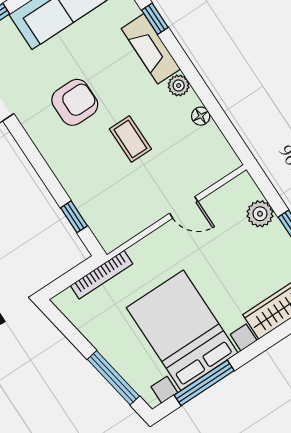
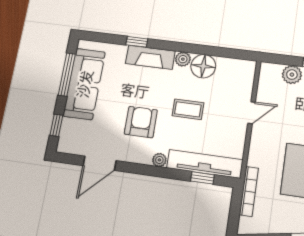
floor lamp: (201, 116) -> (203, 66), width x1.89, depth x1.89
plant: (53, 157) -> (159, 160), added
tv unit: (90, 206) -> (205, 164), added

